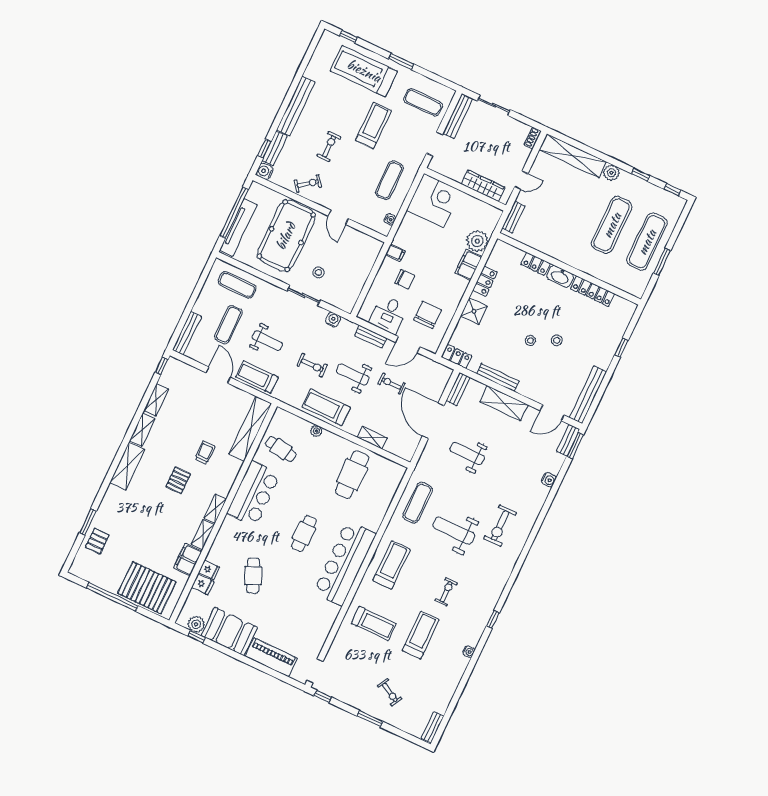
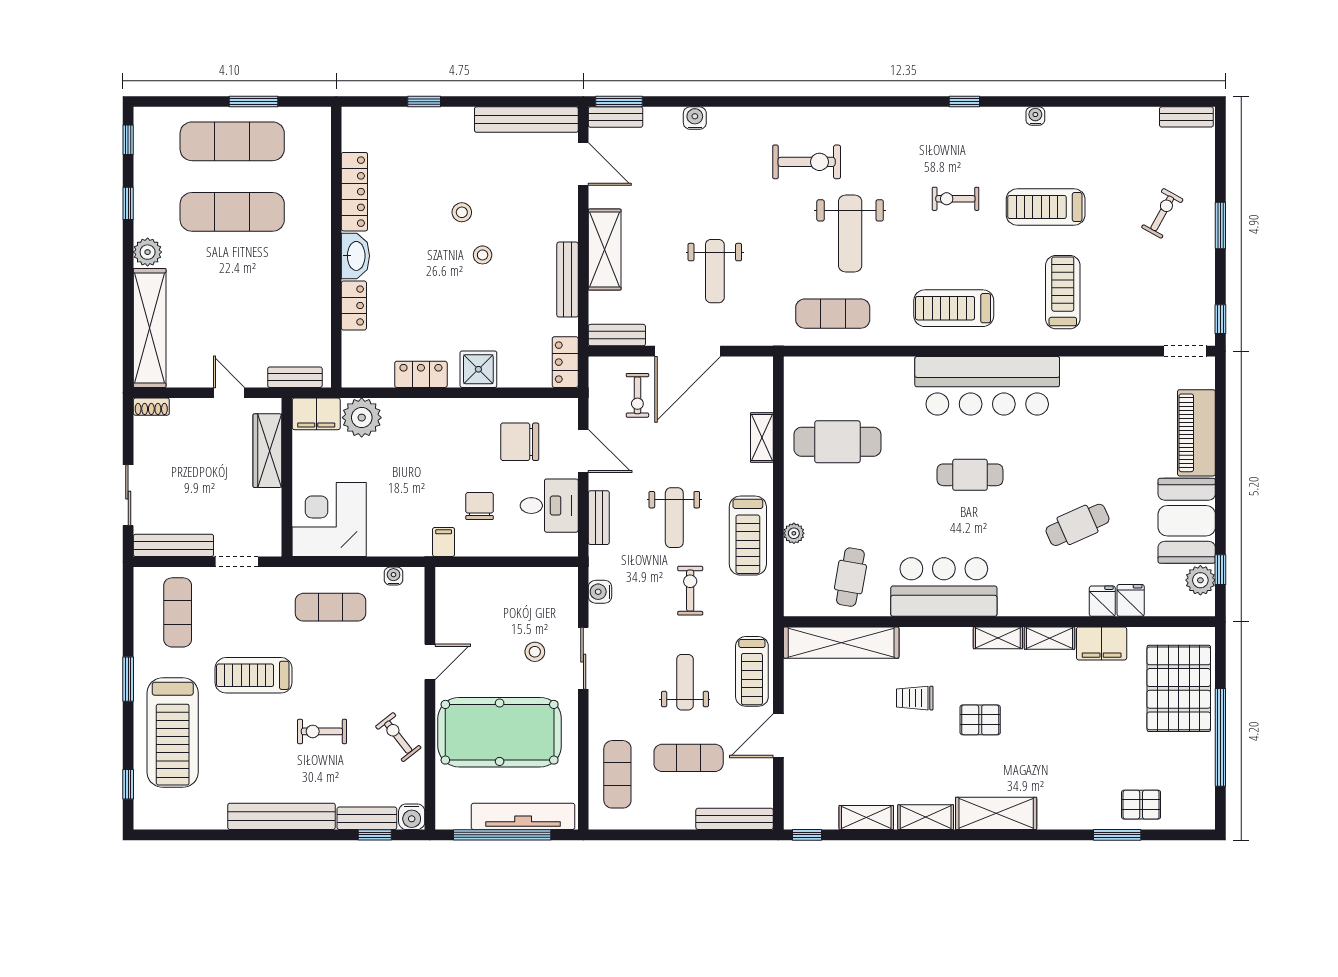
filing cabinet: (468, 265) -> (316, 414), moved
exercise bike: (392, 384) -> (637, 395), moved

